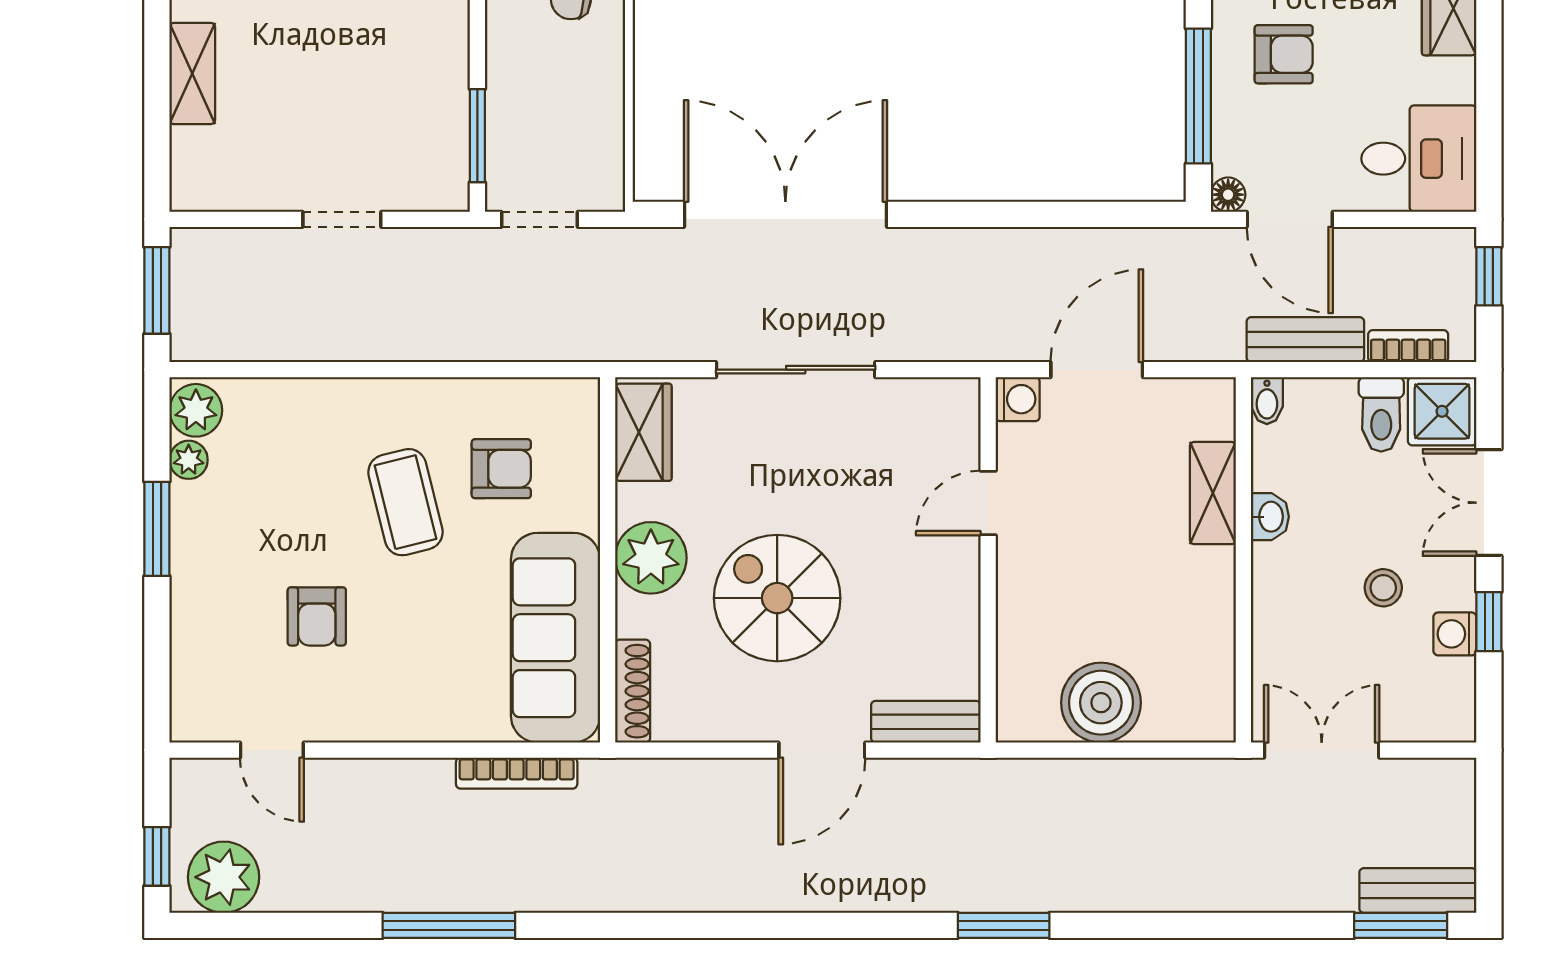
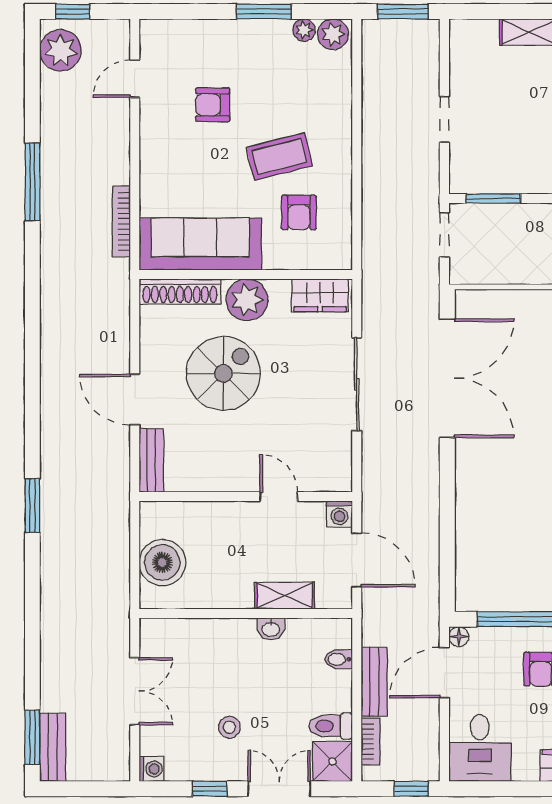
shelving: (1213, 493) -> (285, 596), moved
washbasin: (1270, 517) -> (271, 629), moved
wall: (1243, 560) -> (246, 613), moved
washing machine: (1455, 634) -> (152, 769), moved, turned 90
shoe rack: (633, 691) -> (180, 291), width x1.36, depth x1.24

